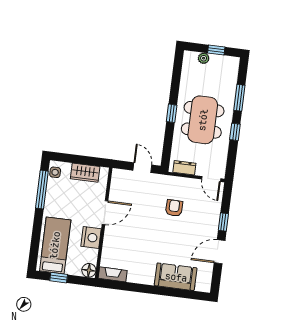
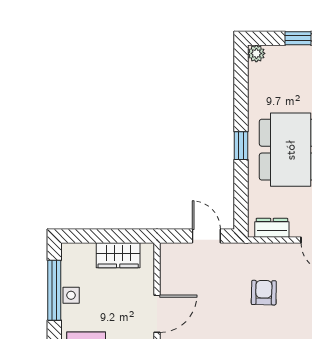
plant: (204, 58) -> (256, 53), moved
side table: (55, 172) -> (71, 295), moved

